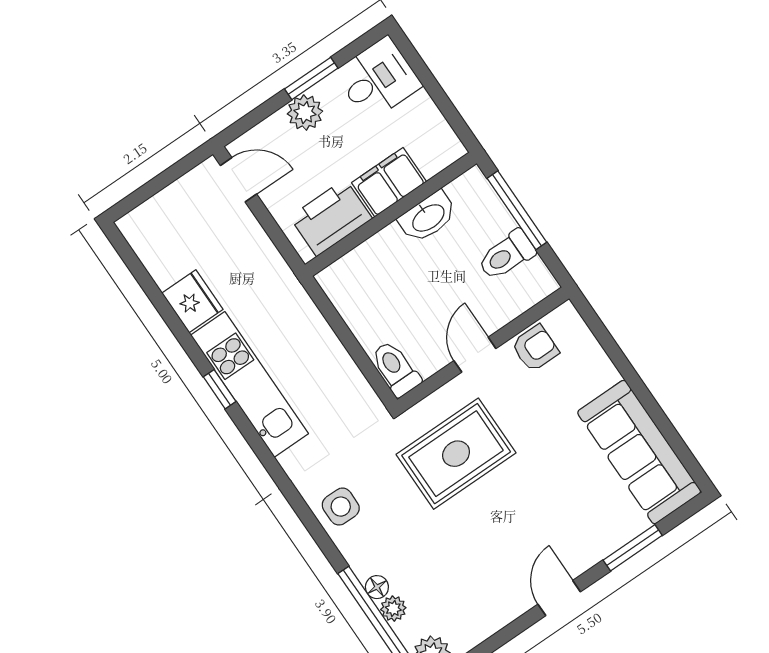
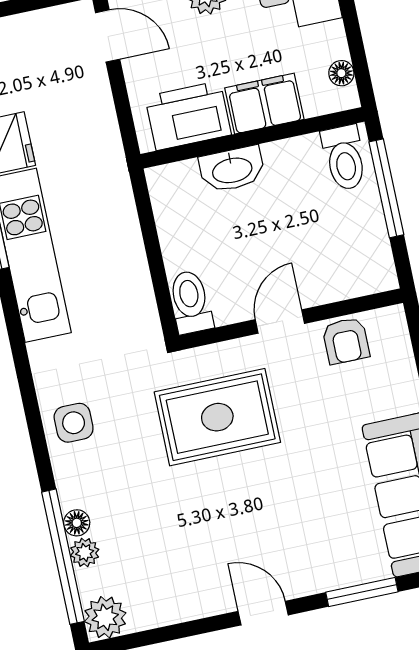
floor lamp: (442, 132) -> (341, 73), added
washbasin: (428, 217) -> (232, 169), moved
toilet: (507, 255) -> (344, 158), moved, turned -90
armchair: (535, 348) -> (346, 341), turned 90
door: (559, 598) -> (263, 613), hinge flipped

